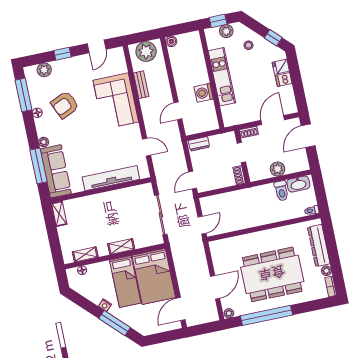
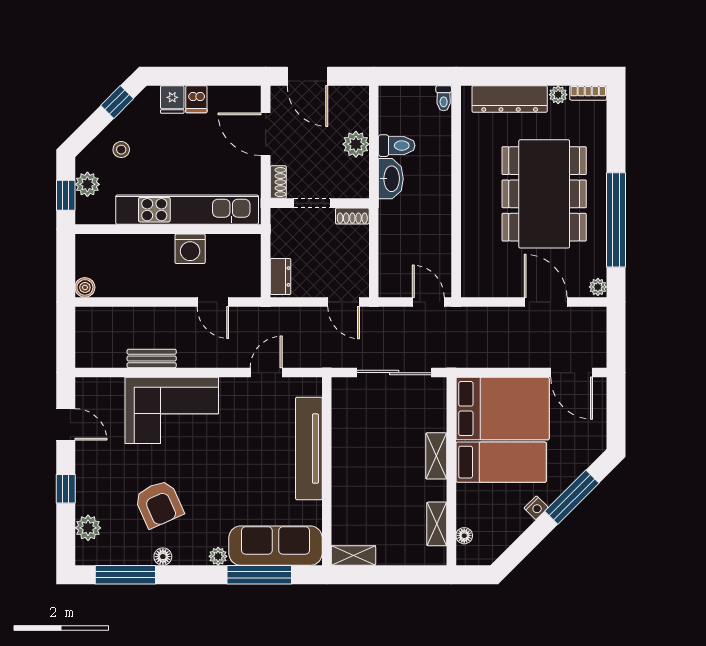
plant: (146, 52) -> (94, 337), removed
kitchen unit: (222, 77) -> (187, 210), width x1.36
washbasin: (298, 184) -> (391, 179), moved

